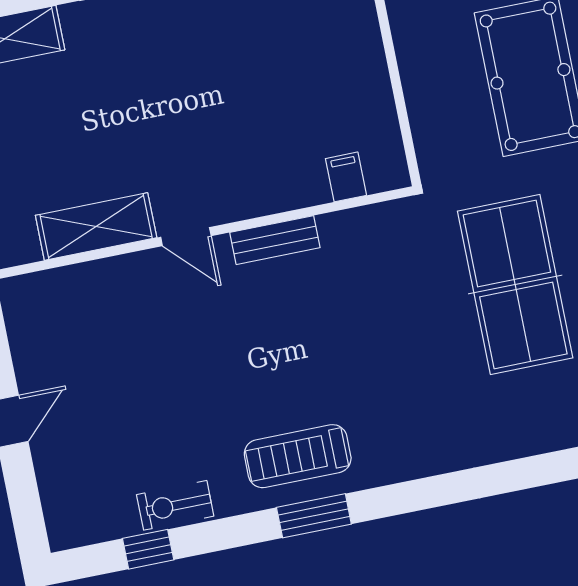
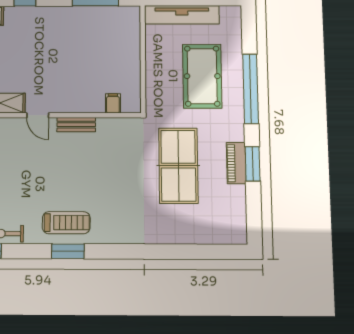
treadmill: (298, 456) -> (66, 223), turned 180

